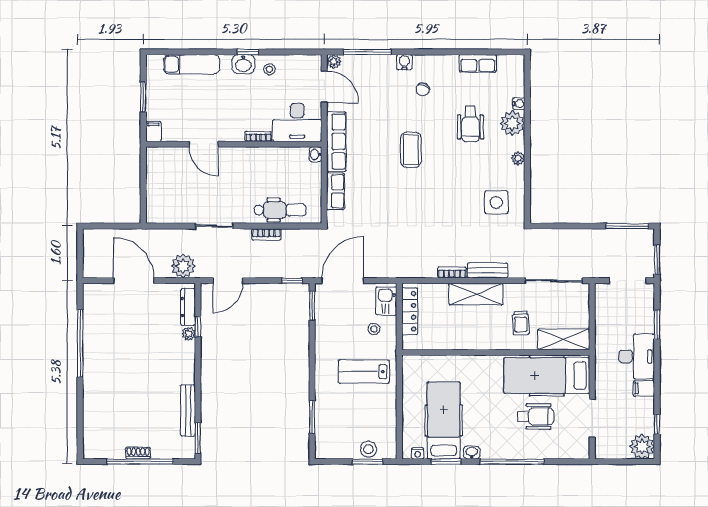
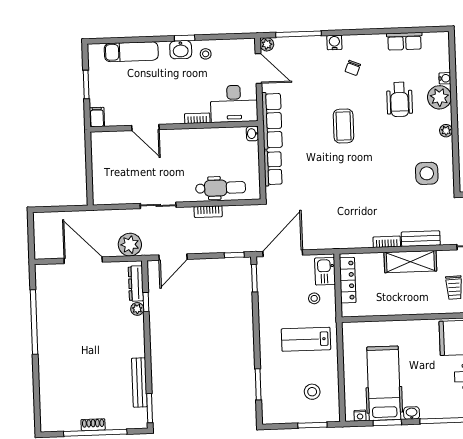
stool: (368, 449) -> (312, 392), moved

